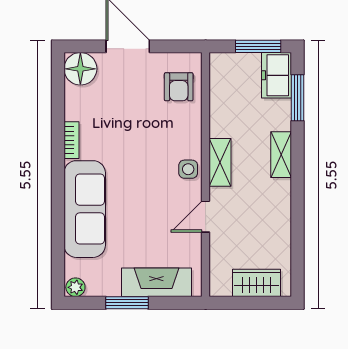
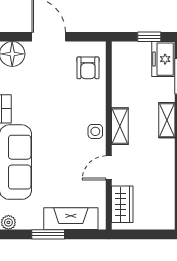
window: (258, 46) -> (149, 37), width x0.67
wardrobe: (257, 283) -> (122, 204), moved, turned 90

